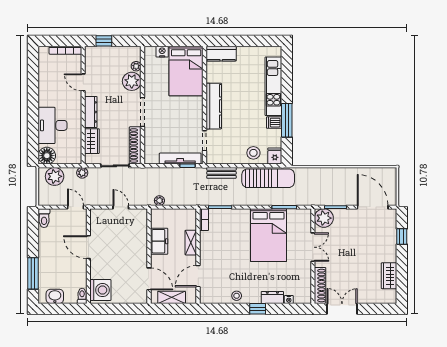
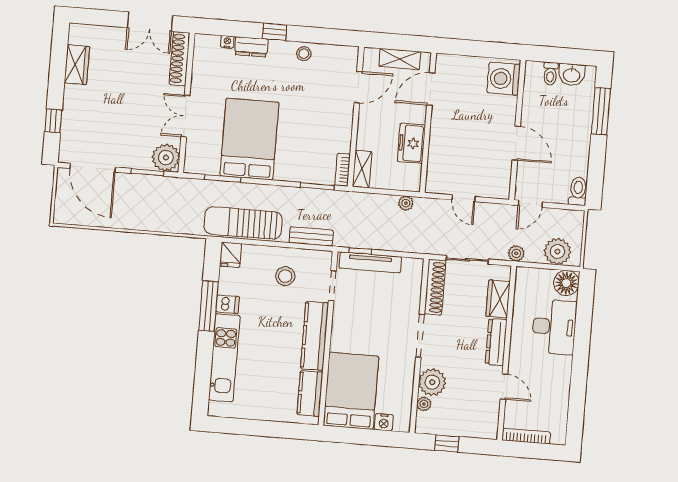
window: (104, 41) -> (447, 443), moved
kitchen counter: (221, 54) -> (310, 393), moved, turned -90
stool: (253, 153) -> (285, 276), moved
door: (76, 207) -> (530, 204), hinge flipped
shelving: (191, 243) -> (362, 169), moved
door: (149, 279) -> (431, 89), hinge flipped
toilet: (82, 296) -> (550, 74), moved

